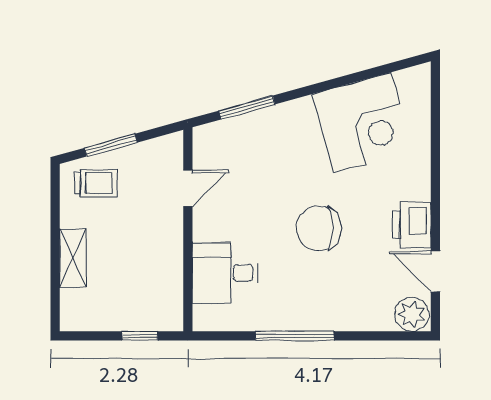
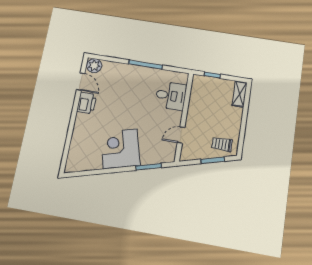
corner desk: (363, 123) -> (120, 149), moved
chair: (319, 228) -> (127, 108), removed
shelving: (73, 258) -> (240, 94), moved

